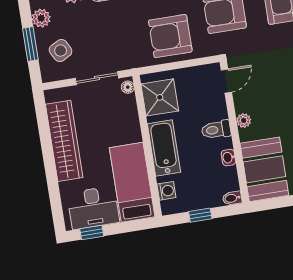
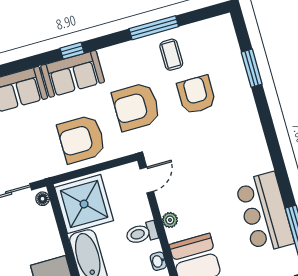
shower: (160, 97) -> (84, 204), width x1.37, depth x1.37

